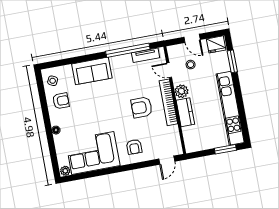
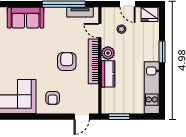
window: (232, 61) -> (162, 52), moved
armchair: (142, 107) -> (67, 61), turned 90
kitchen unit: (230, 108) -> (152, 88), width x0.73
window: (225, 149) -> (119, 117), moved

